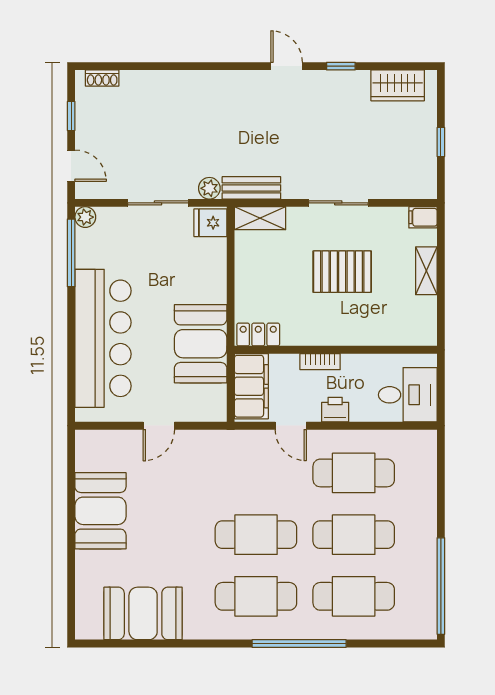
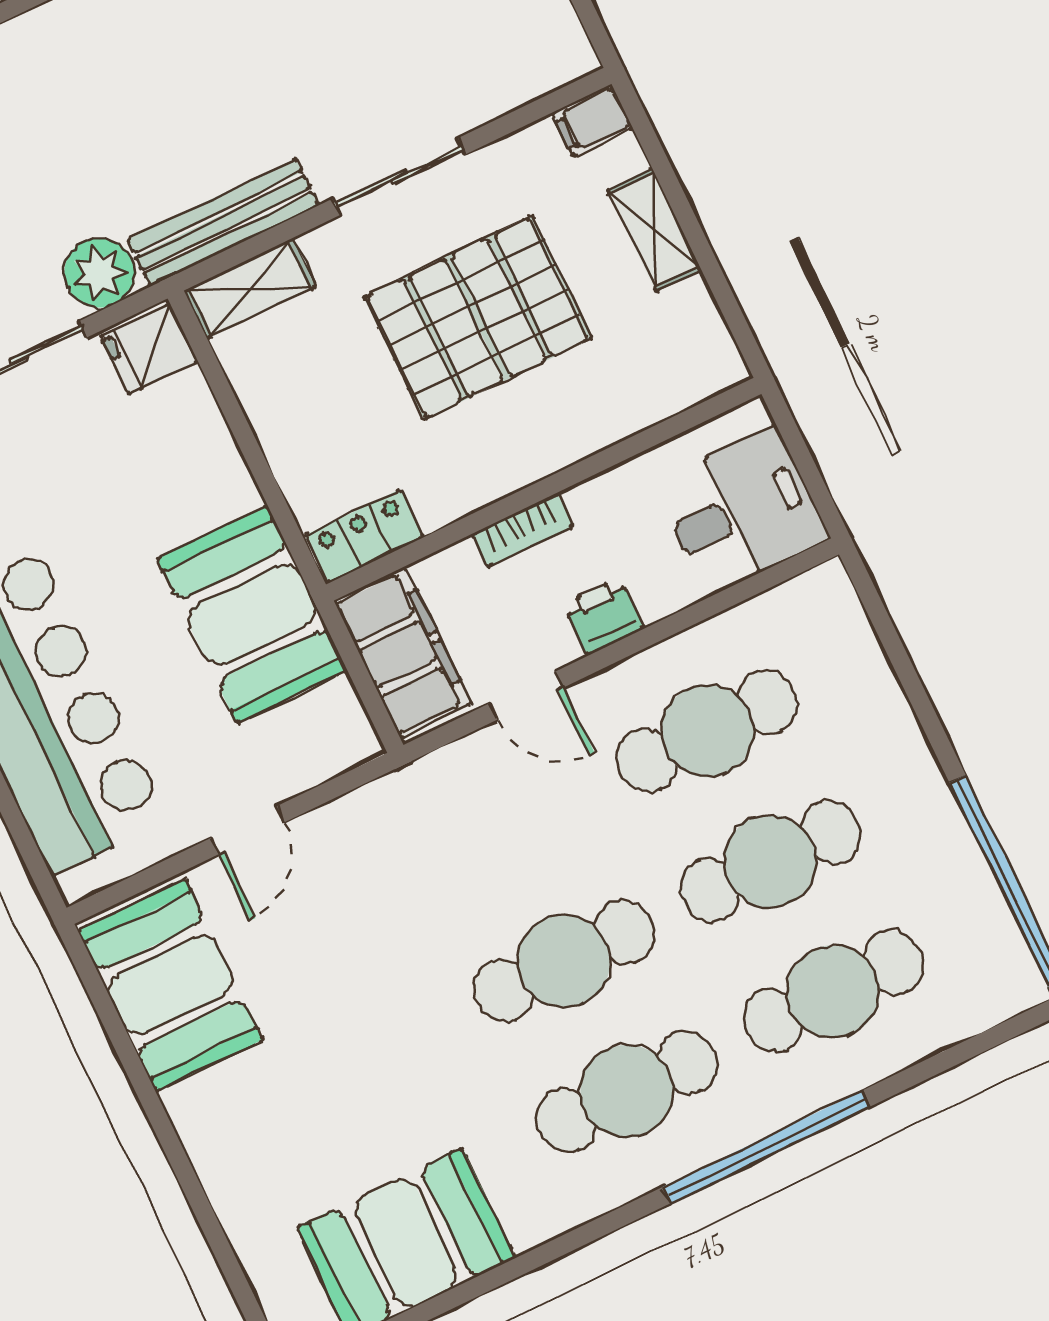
plant: (209, 188) -> (99, 273), width x1.38, depth x1.38
bench: (251, 188) -> (223, 223), width x1.36
pallet: (342, 272) -> (478, 318), width x1.37, depth x1.41
booth: (100, 511) -> (170, 985), moved

